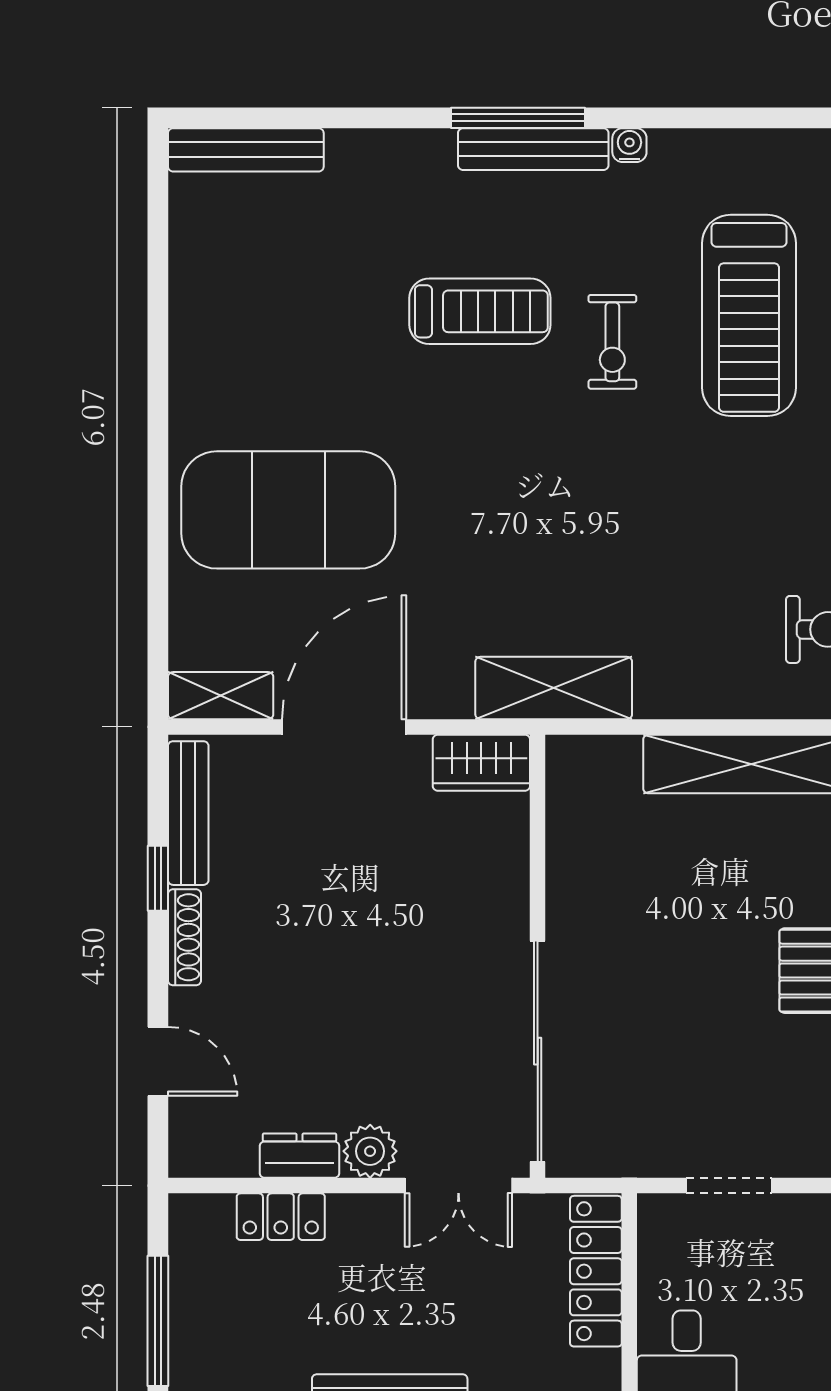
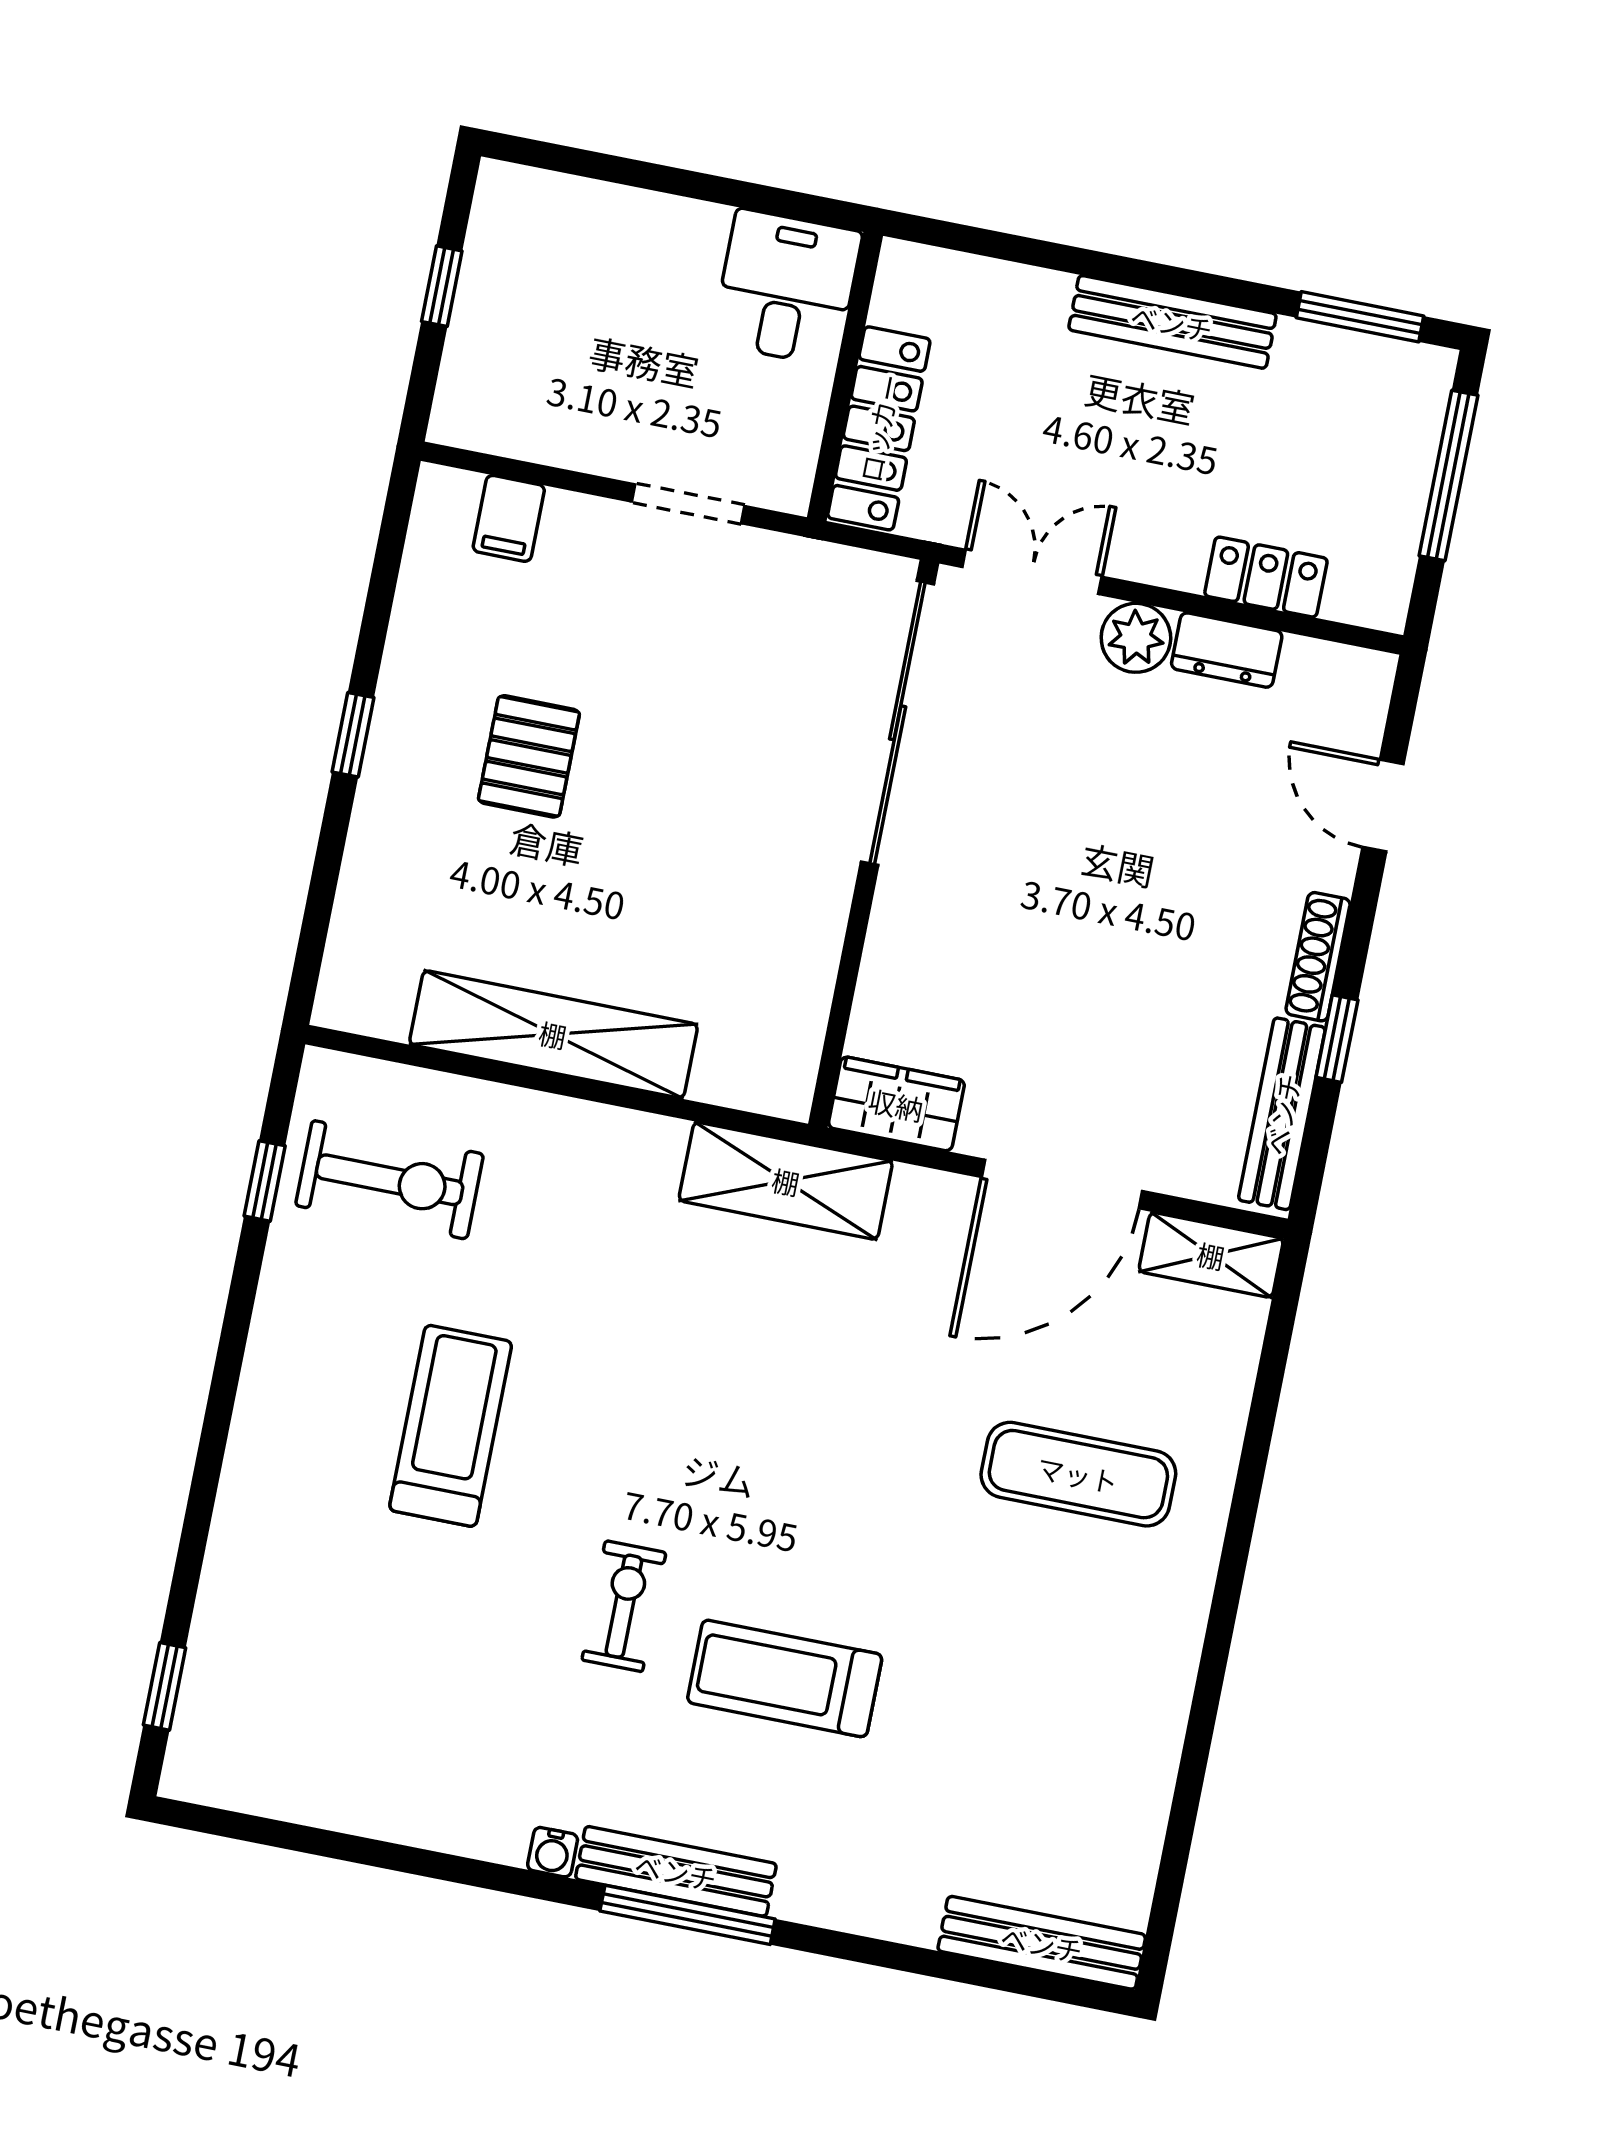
treadmill: (749, 315) -> (451, 1426), moved, width x0.73, depth x0.73
exercise mat: (288, 510) -> (1078, 1474), width x0.50, depth x0.69

